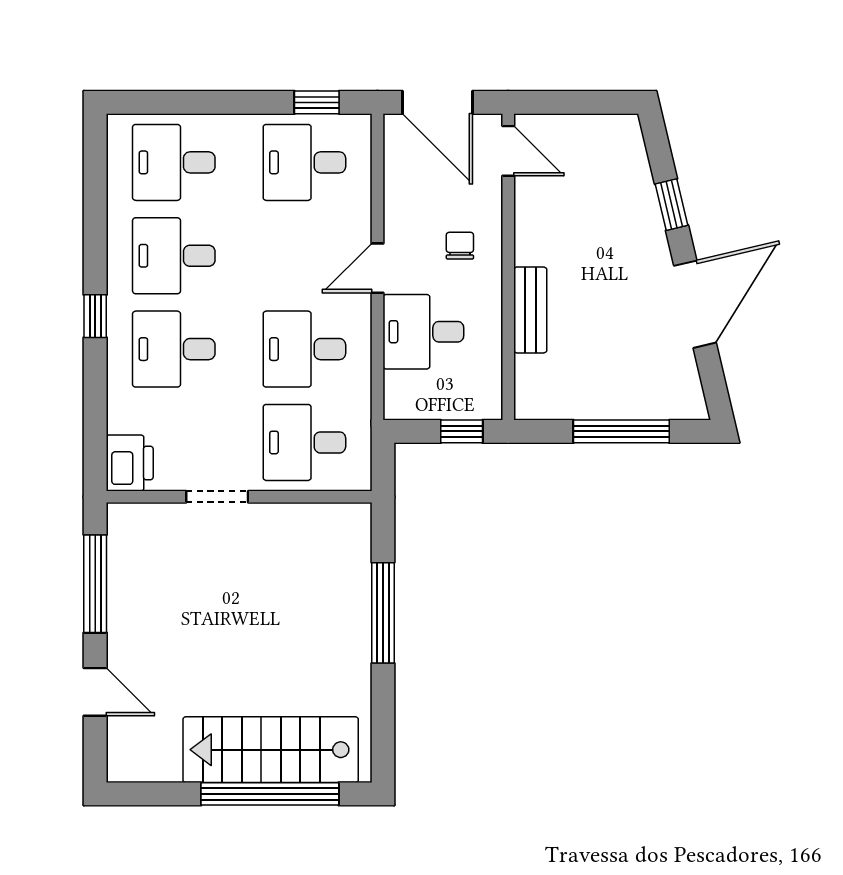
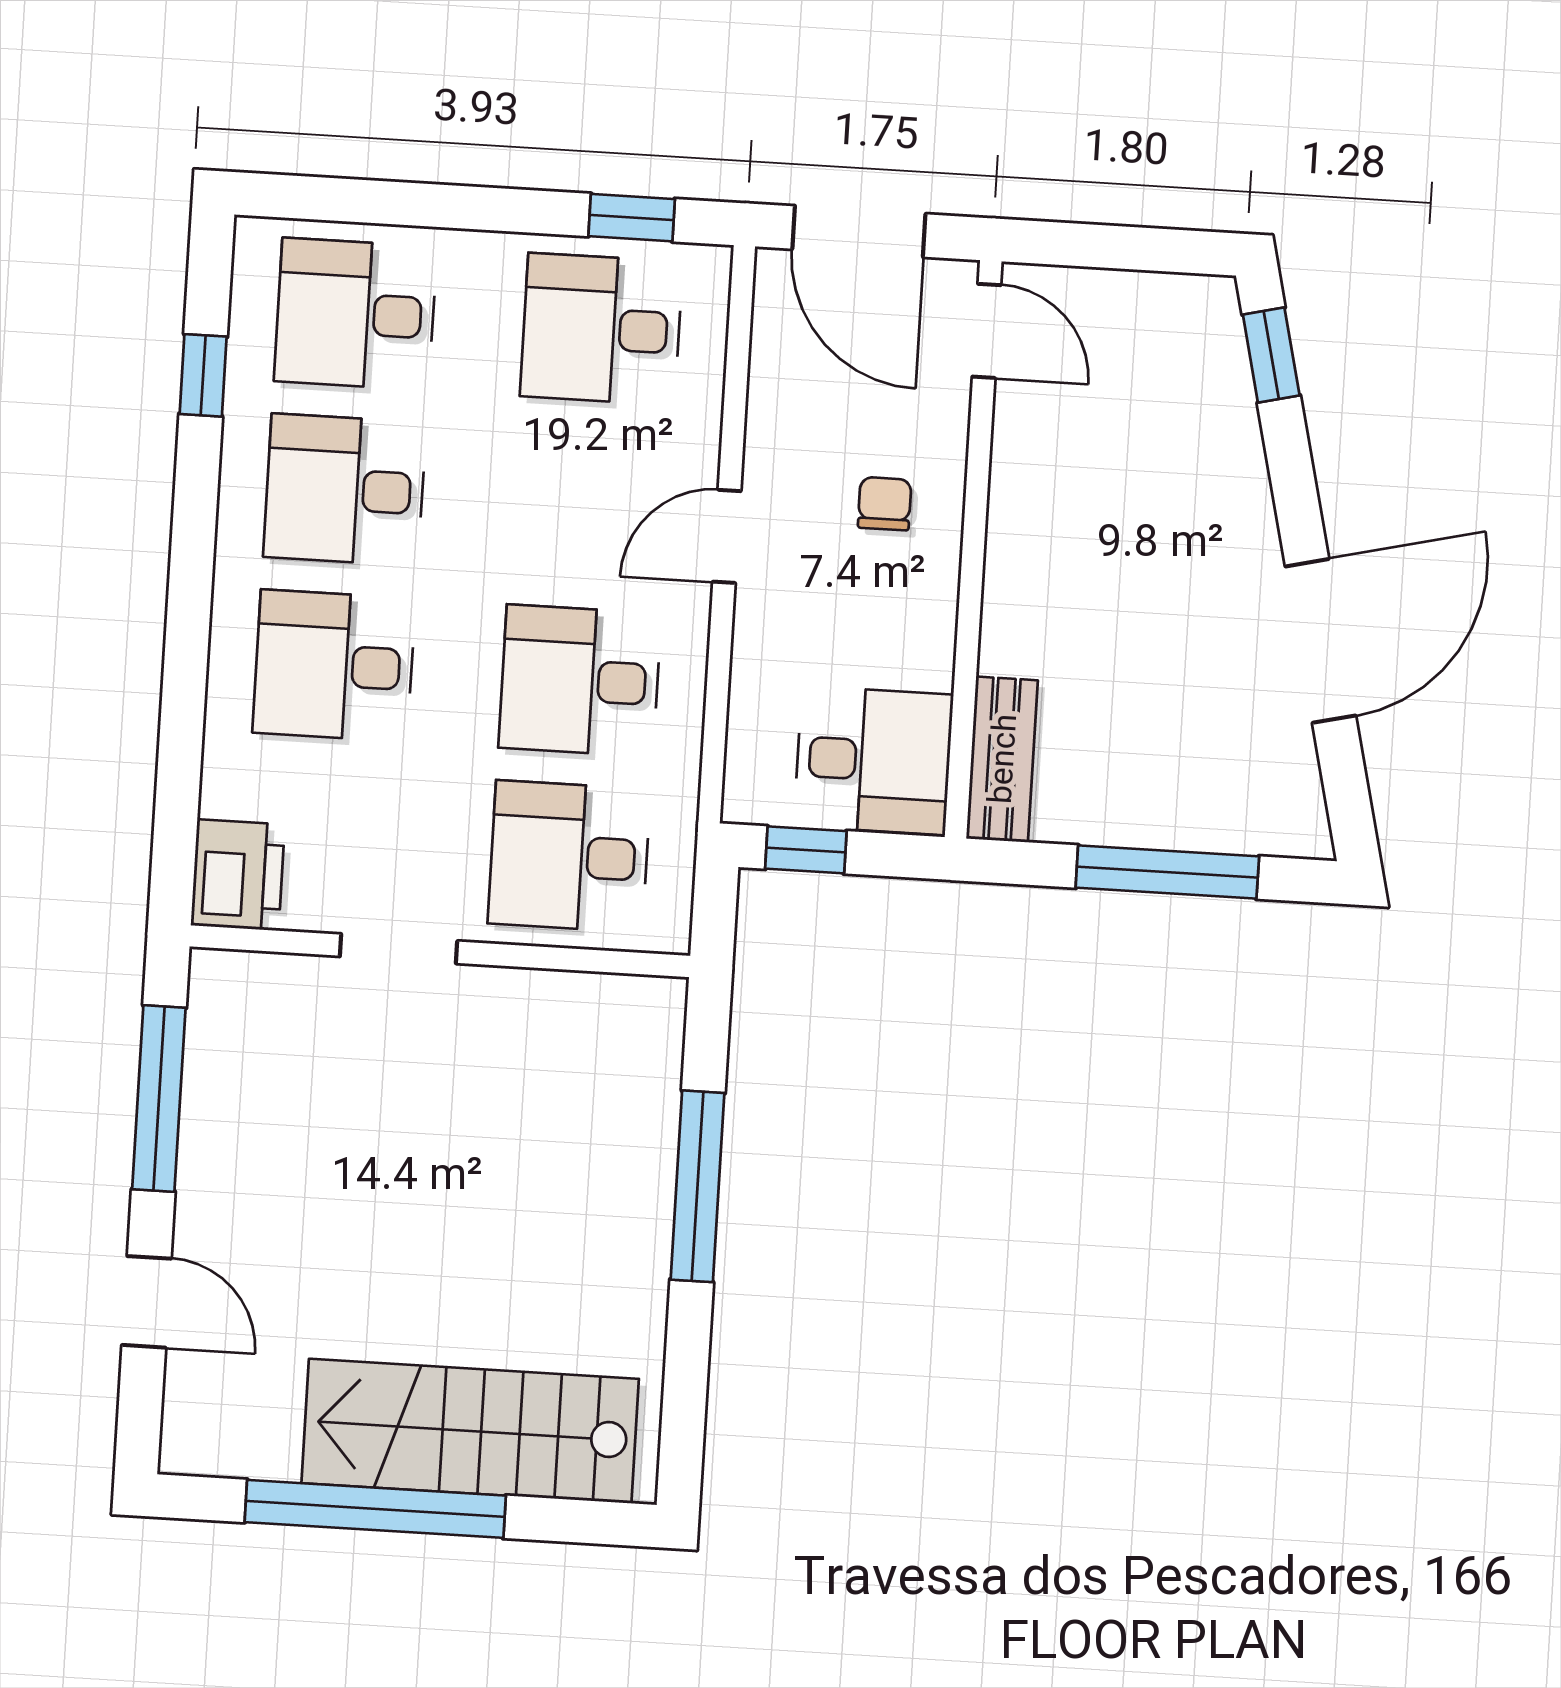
window: (671, 205) -> (1271, 355), moved
bench: (530, 310) -> (1002, 759), moved
window: (95, 316) -> (203, 375), moved
desk: (423, 332) -> (874, 760), moved, turned 180
window: (462, 431) -> (806, 850), moved
window: (270, 794) -> (375, 1509), moved

